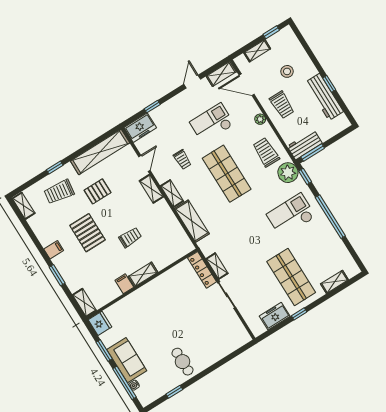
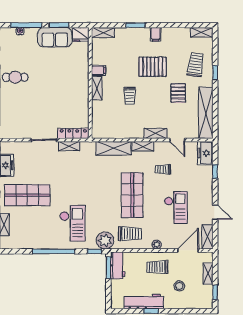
shop shelf: (227, 174) -> (132, 195), turned 90
sofa: (127, 360) -> (55, 37), moved

